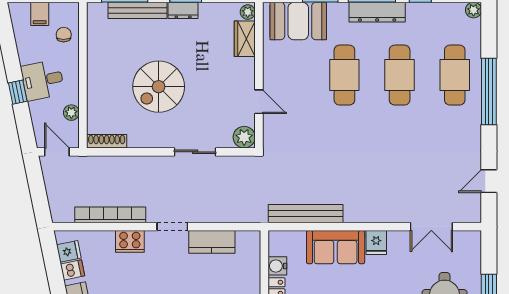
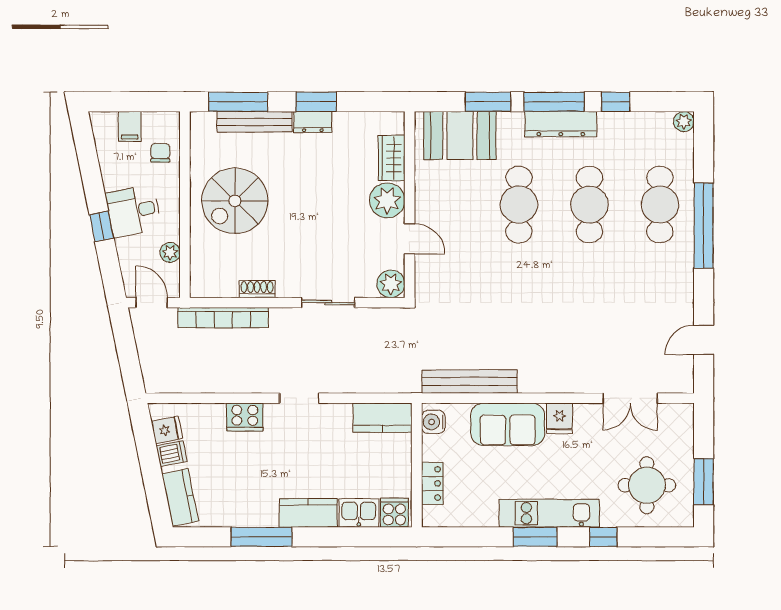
plant: (248, 12) -> (387, 200), moved, width x1.88, depth x1.88
spiral stairs: (159, 87) -> (235, 201), moved
shoe rack: (107, 141) -> (257, 289), moved, width x0.70
bookcase: (110, 215) -> (223, 318), moved, turned 180
kitchen counter: (212, 242) -> (383, 418), moved
water cooler: (277, 266) -> (433, 422), moved

